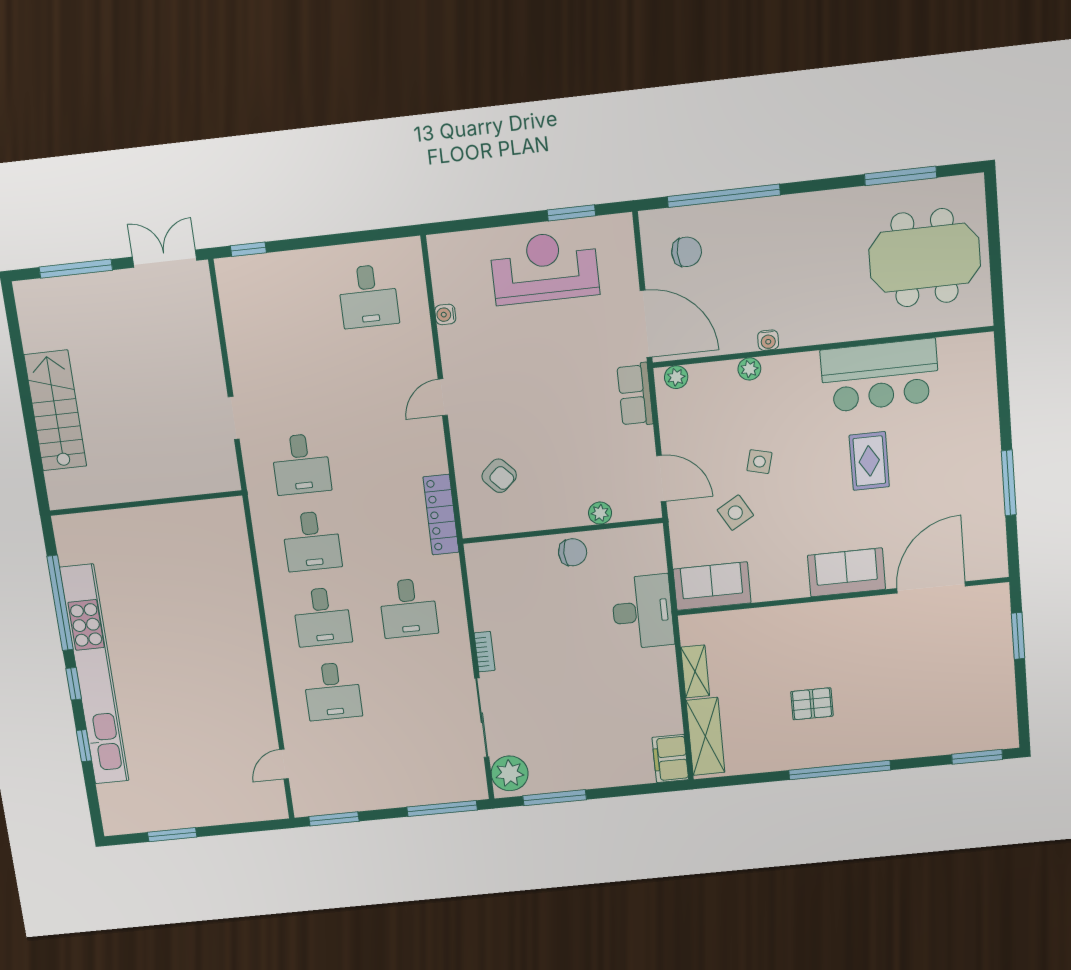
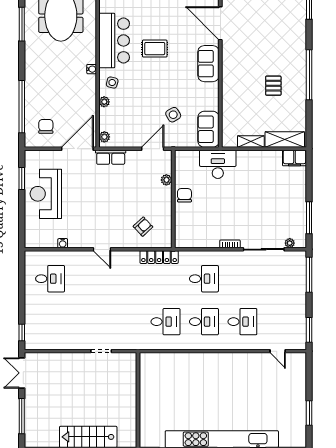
water cooler: (768, 340) -> (92, 69), moved
side table: (759, 462) -> (112, 83), moved
desk: (301, 464) -> (127, 322), removed
plant: (510, 773) -> (290, 243), width x0.53, depth x0.53

